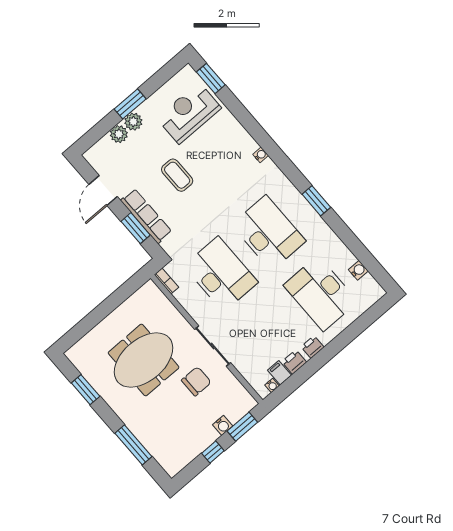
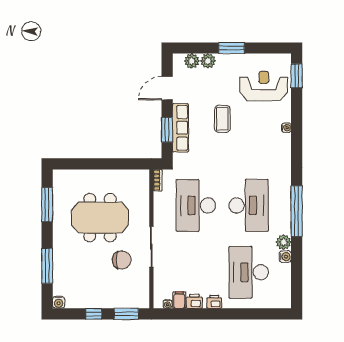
plant: (133, 122) -> (192, 61), moved
water cooler: (261, 155) -> (286, 128), moved
window: (316, 201) -> (297, 211), width x2.11
plant: (329, 239) -> (284, 242), added
water cooler: (358, 270) -> (285, 257), moved
desk: (221, 274) -> (196, 205), turned 180
window: (86, 390) -> (47, 205), width x1.44
water cooler: (223, 425) -> (59, 302), moved

